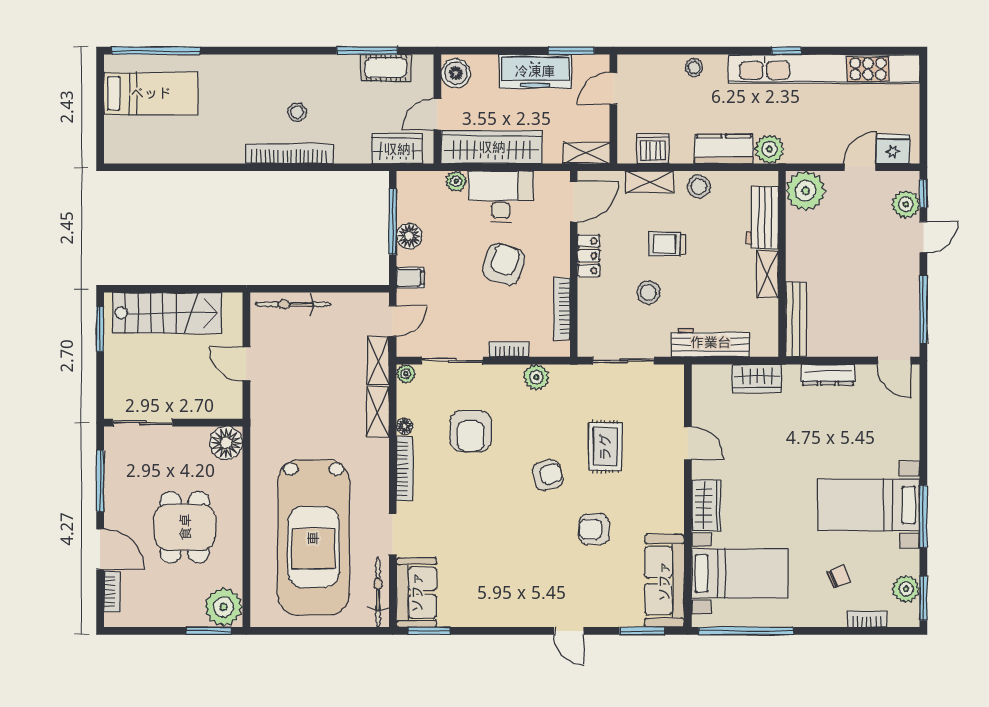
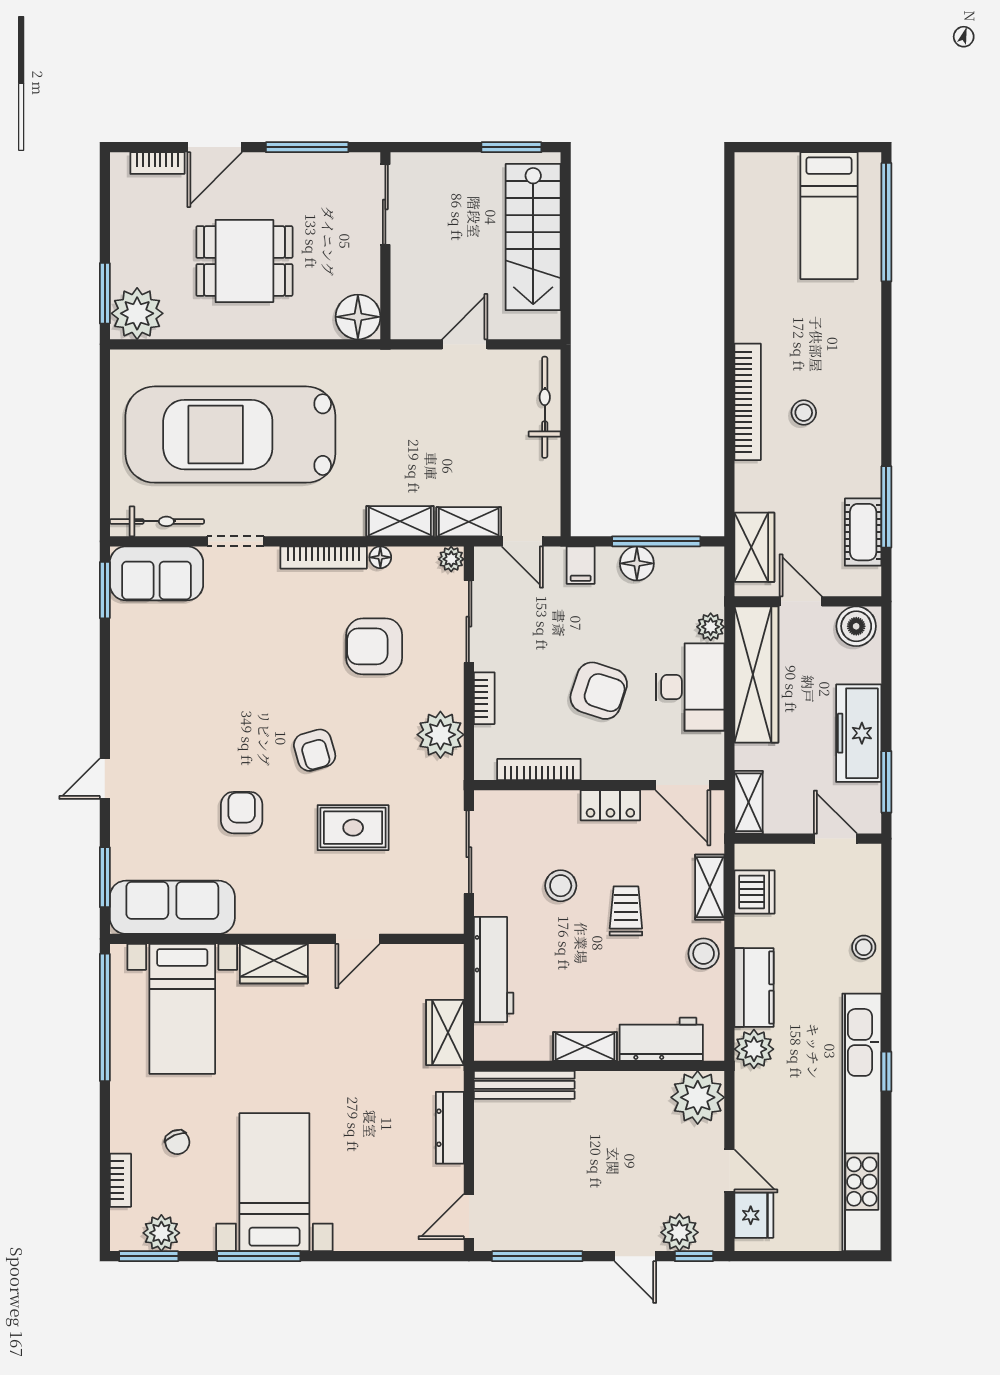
plant: (536, 377) -> (440, 735), width x1.36, depth x1.36

